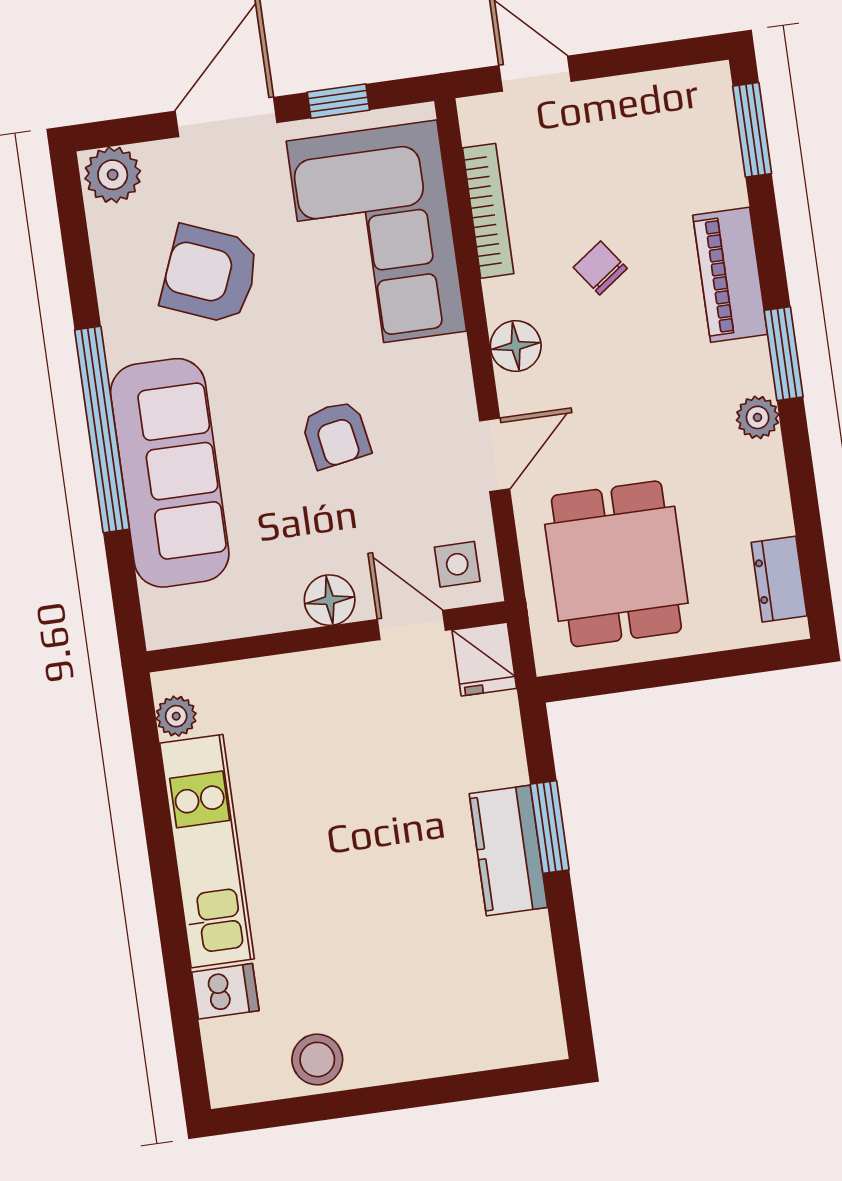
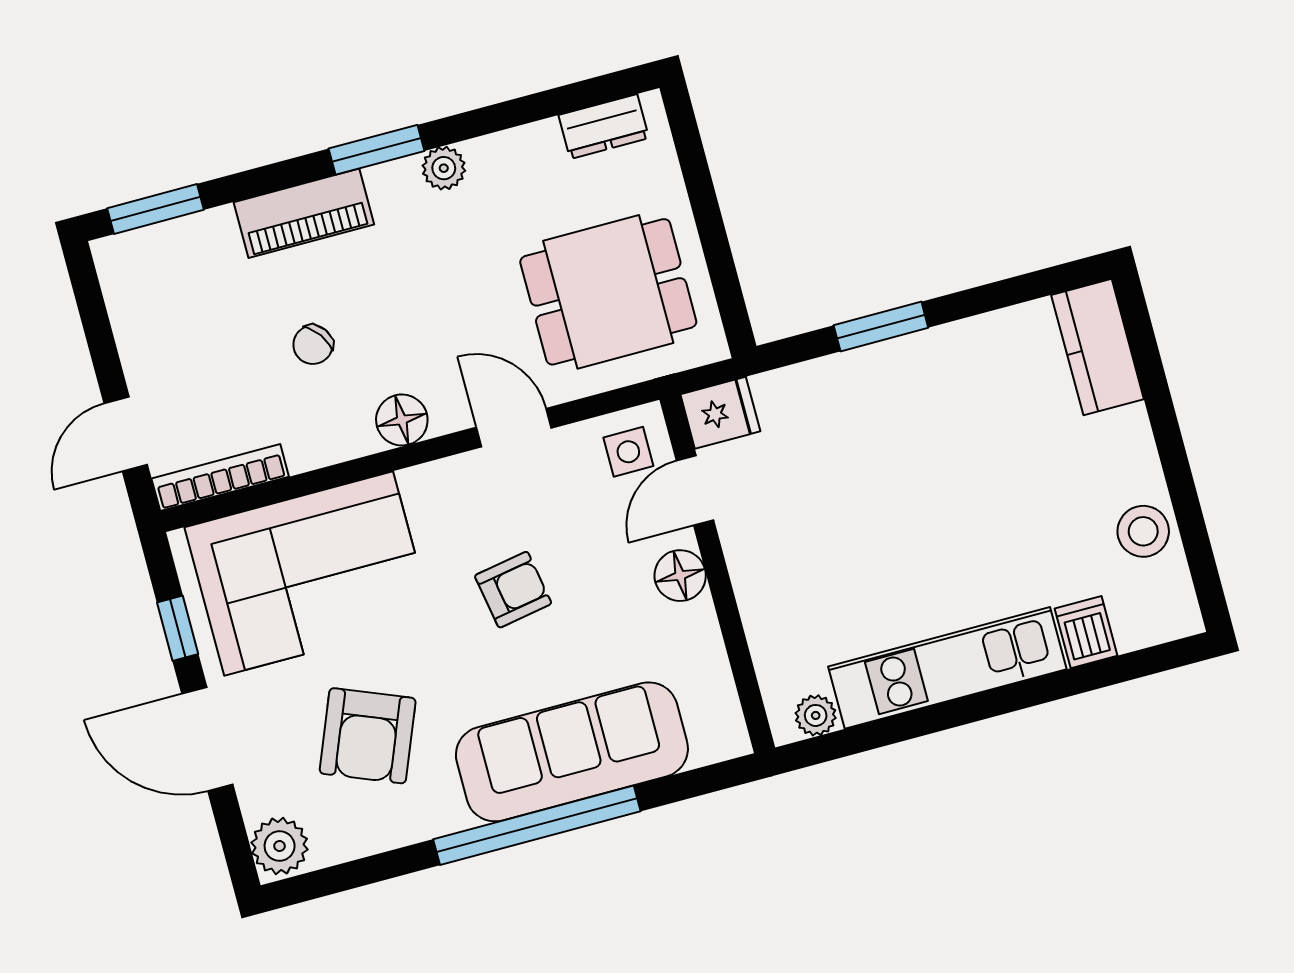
bookcase: (488, 211) -> (220, 478), moved
kitchen counter: (508, 850) -> (1098, 347), moved, turned 90

